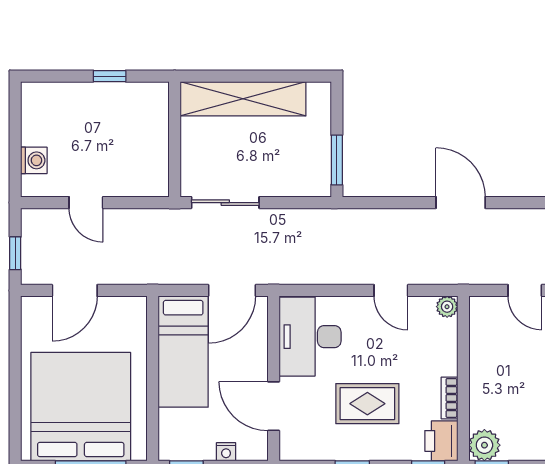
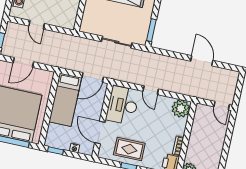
sliding door: (225, 203) -> (117, 42), moved
door: (391, 290) -> (151, 90), moved
plant: (447, 307) -> (181, 109), width x1.88, depth x1.88
rug: (367, 404) -> (129, 149), moved

